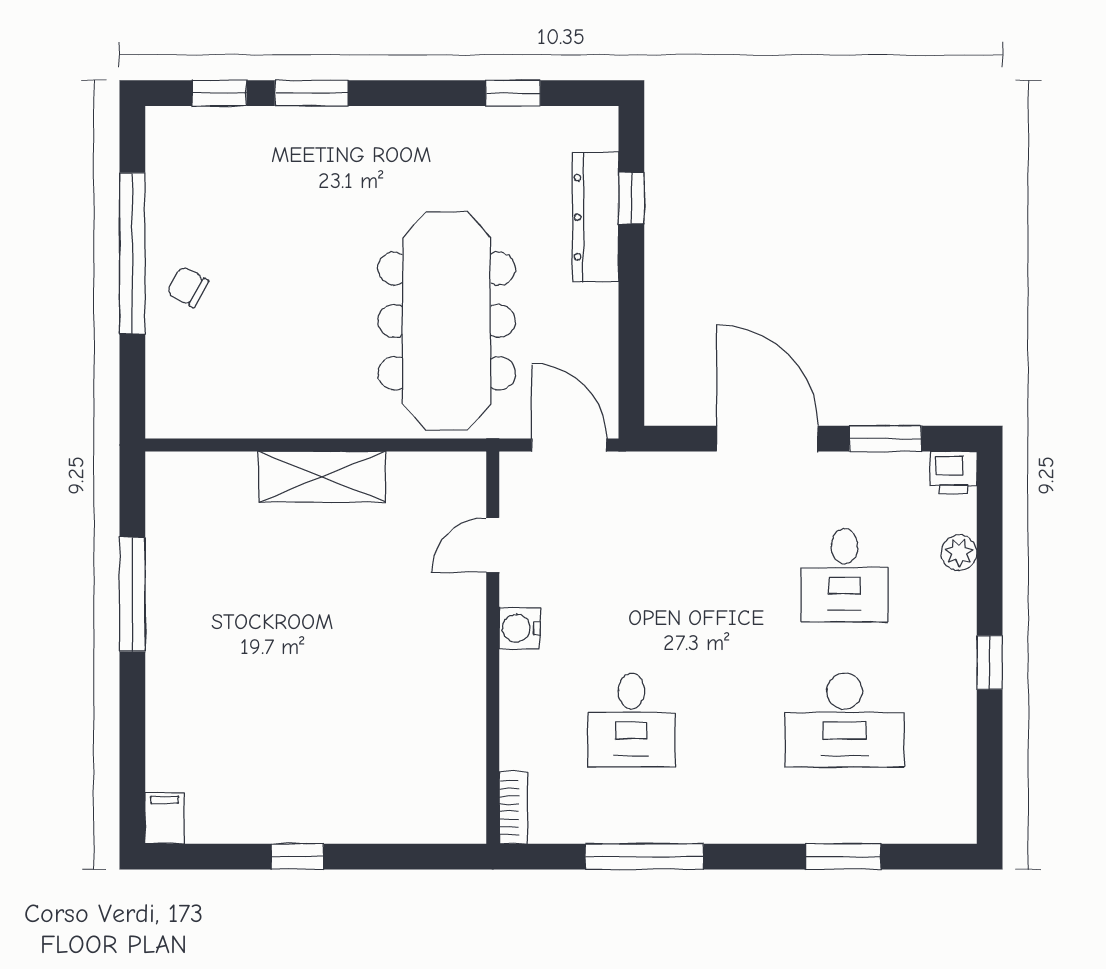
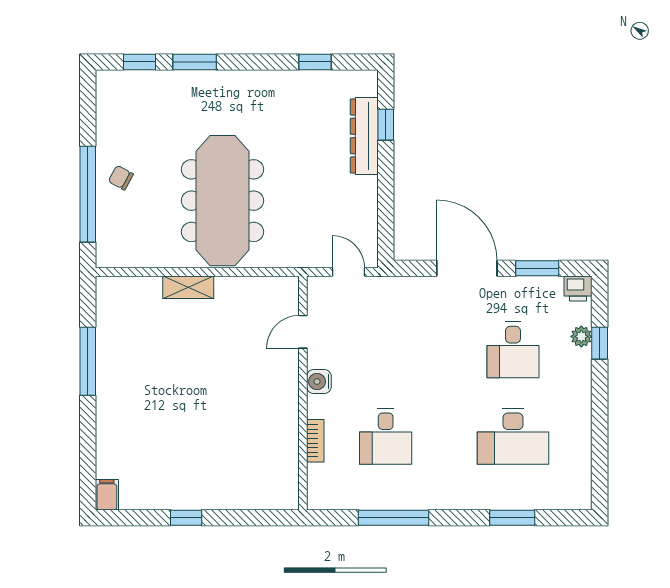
window: (132, 253) -> (88, 194), moved
meeting table: (447, 321) -> (223, 201), moved
door: (569, 445) -> (348, 272), width x0.73
shelving: (322, 477) -> (188, 287), width x0.67, depth x0.75
window: (990, 663) -> (600, 343), moved
bookcase: (514, 808) -> (315, 441), moved

